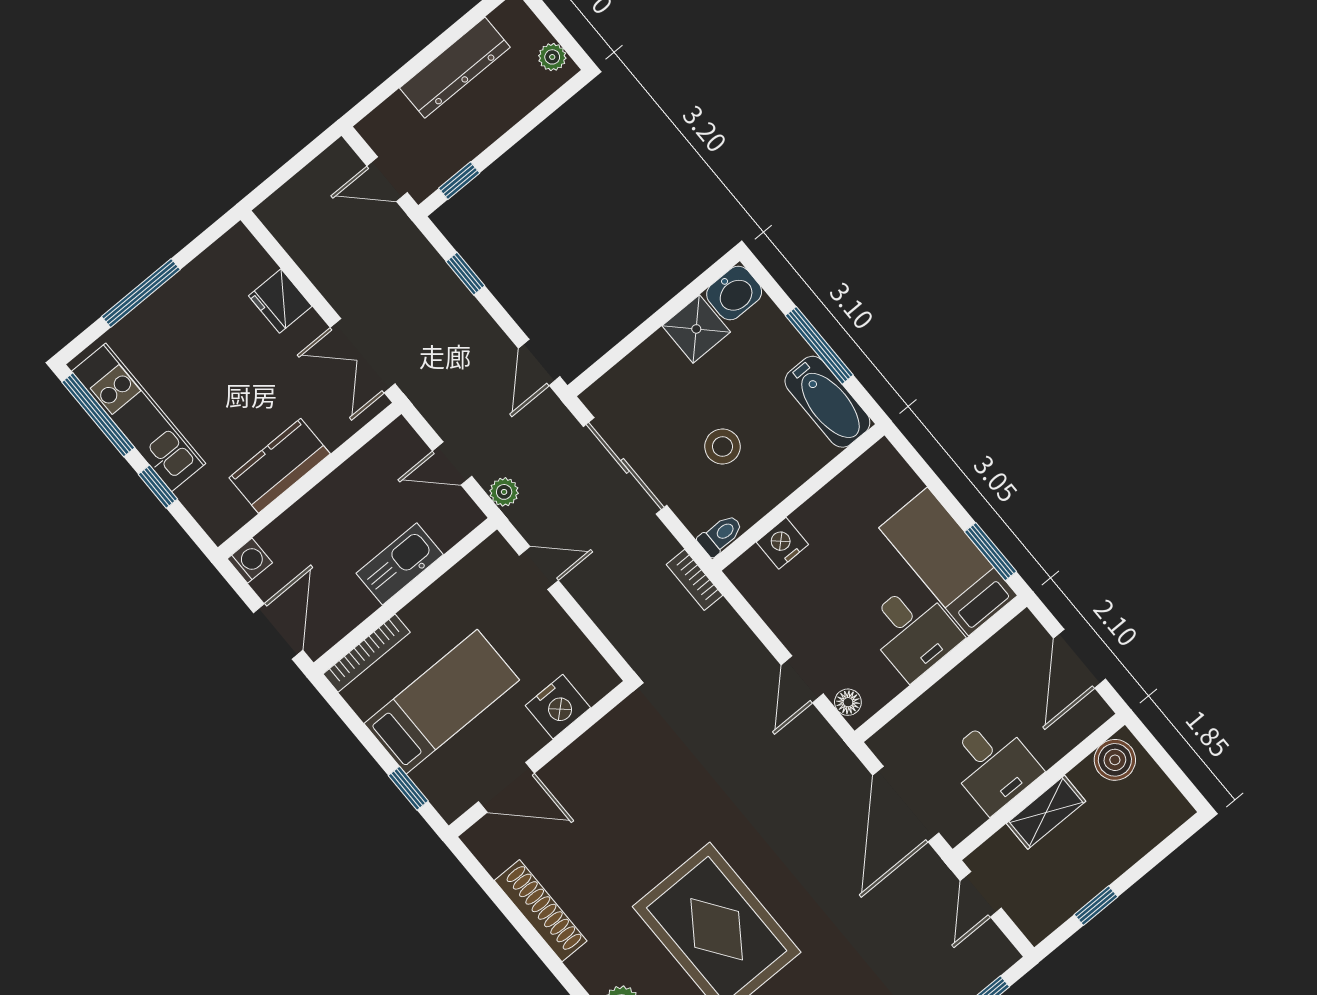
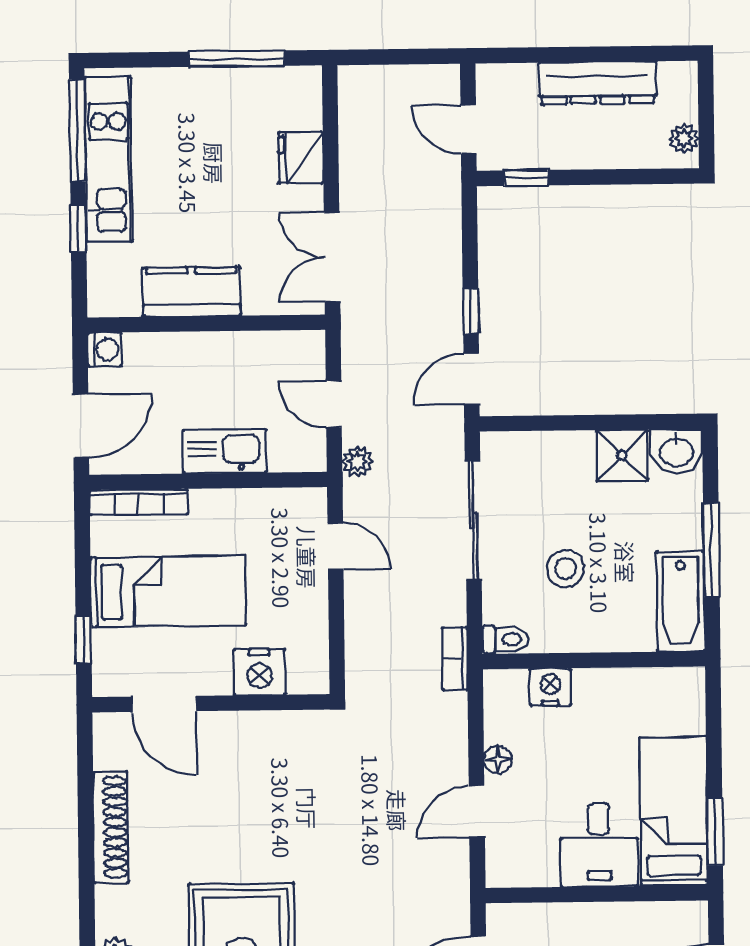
window: (465, 274) -> (471, 311), moved
window: (141, 293) -> (237, 59), moved
floor lamp: (848, 702) -> (498, 759), moved

